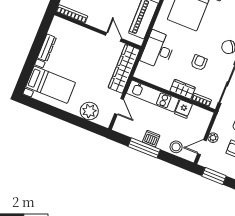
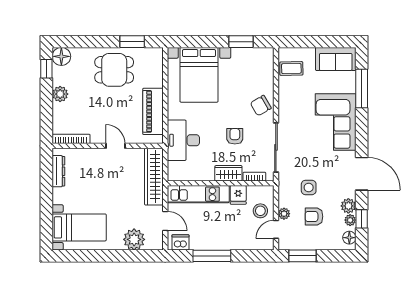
door: (113, 37) -> (115, 146), moved
dresser: (47, 48) -> (58, 171), moved
dishwasher: (151, 139) -> (180, 242), moved
stool: (176, 147) -> (260, 211), moved

